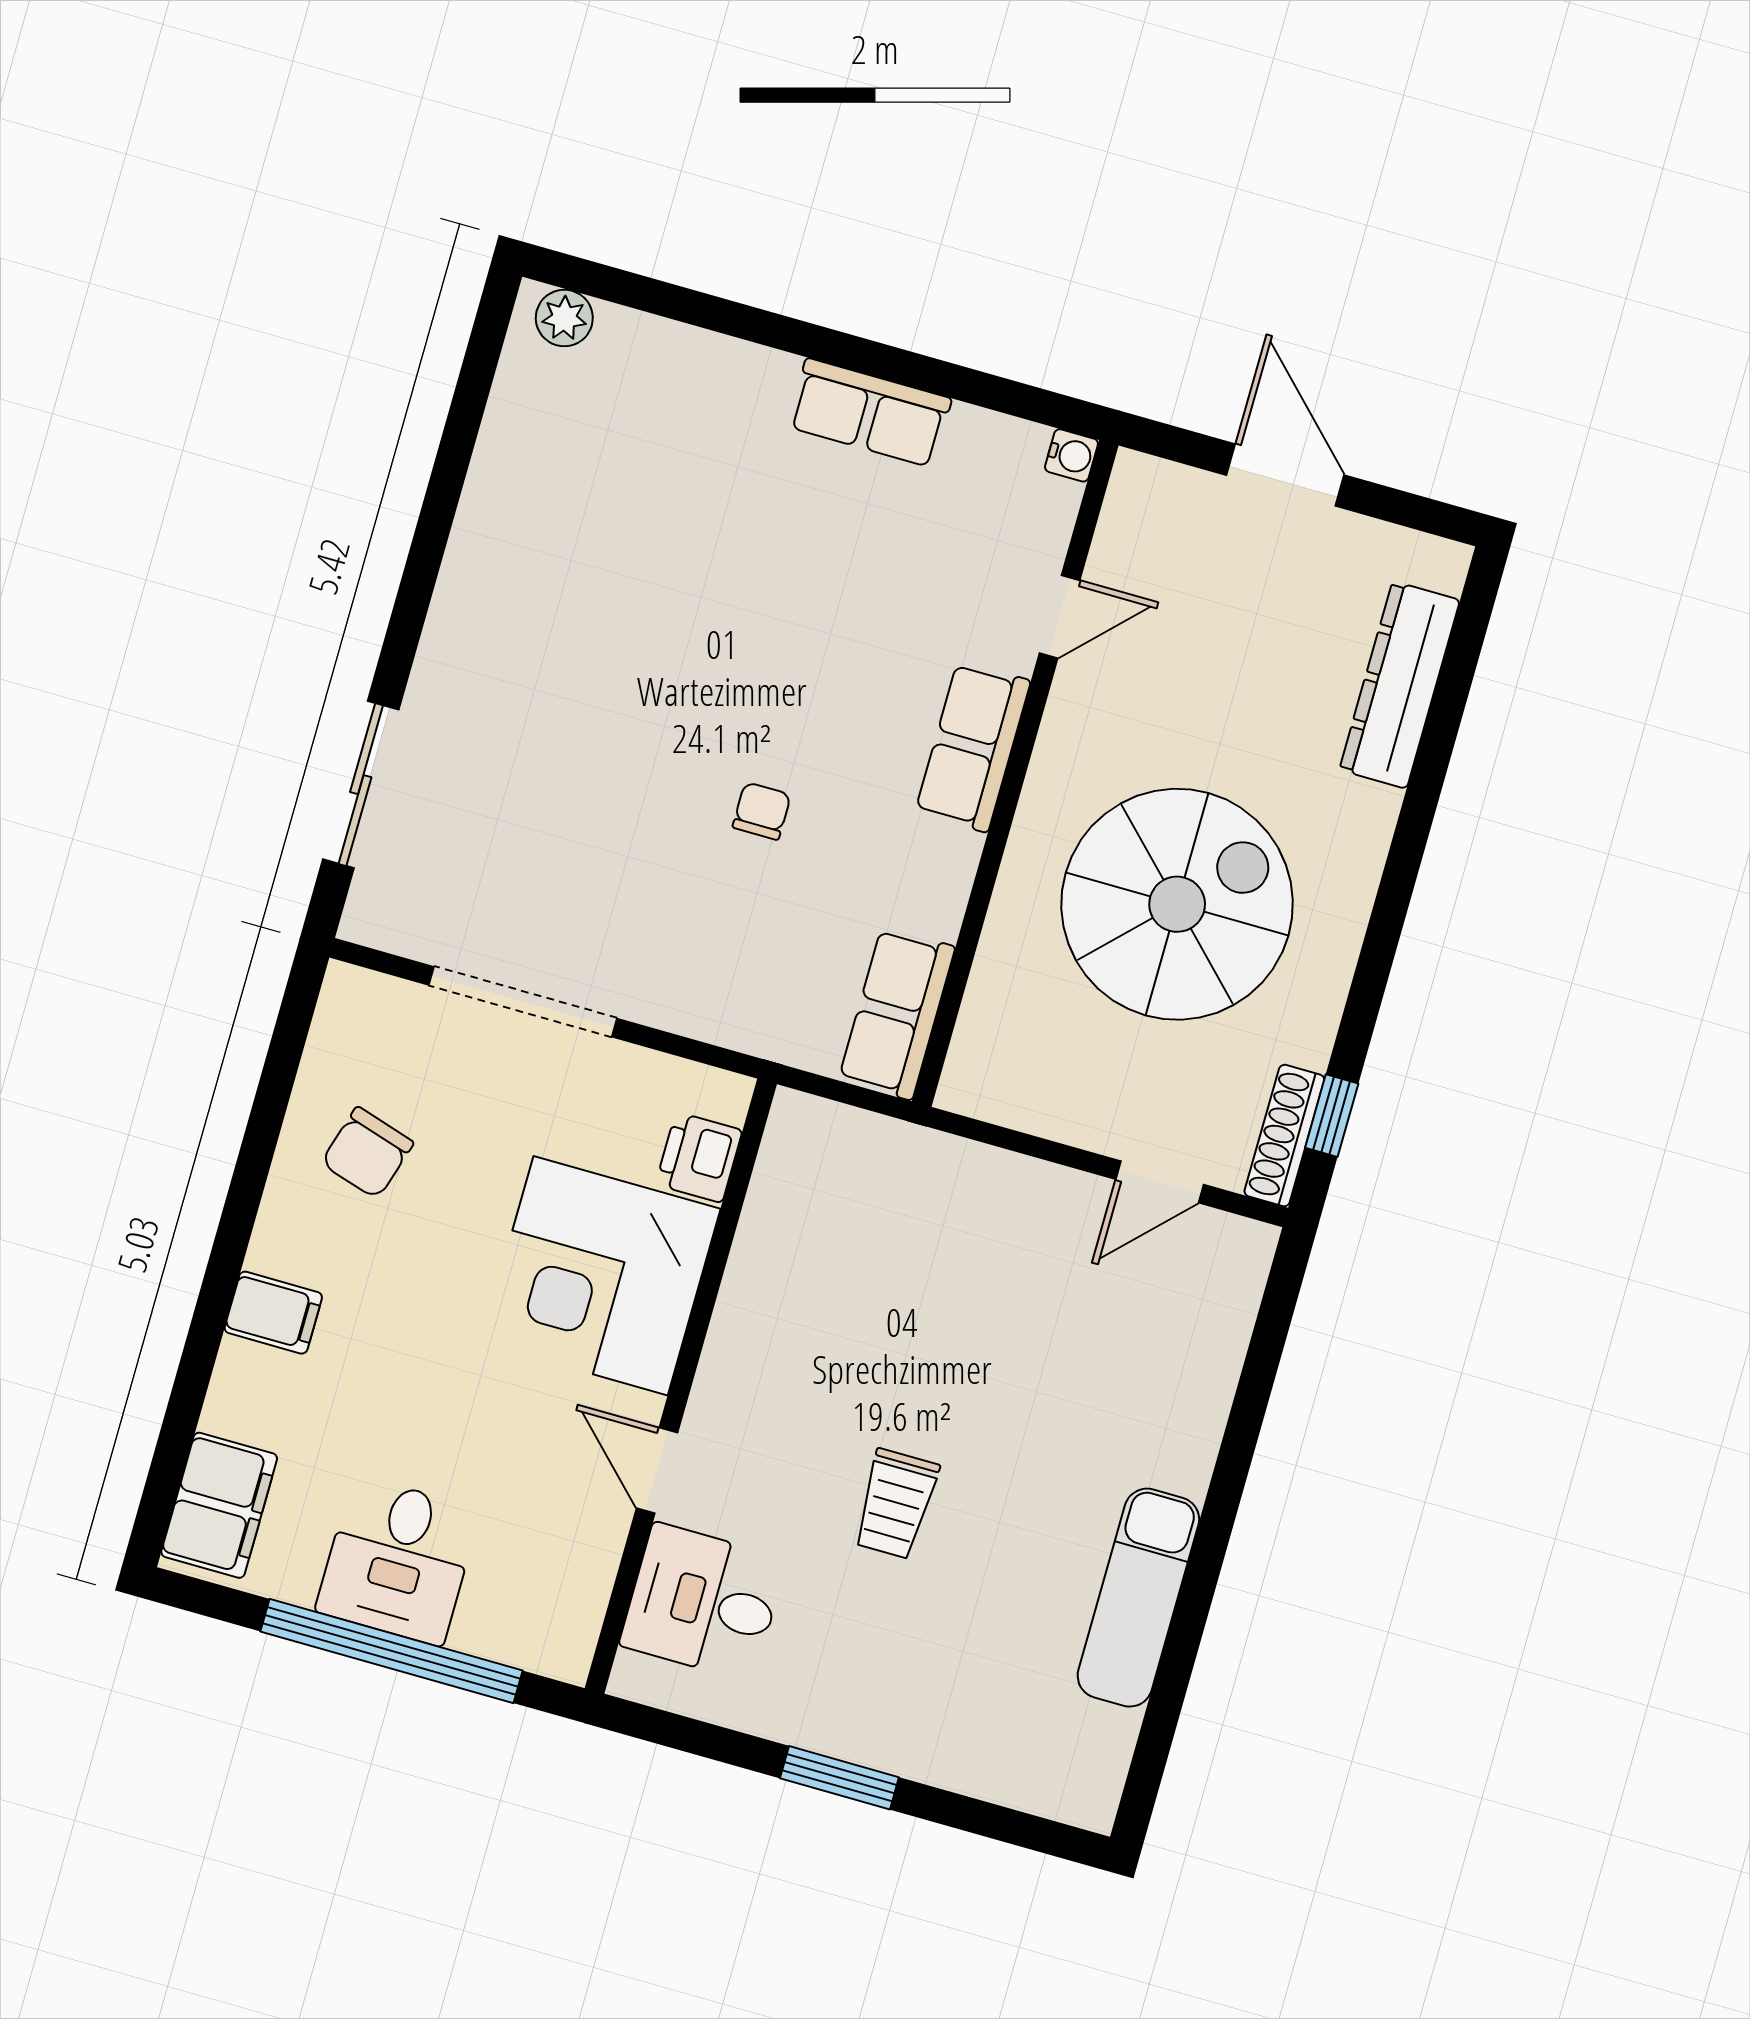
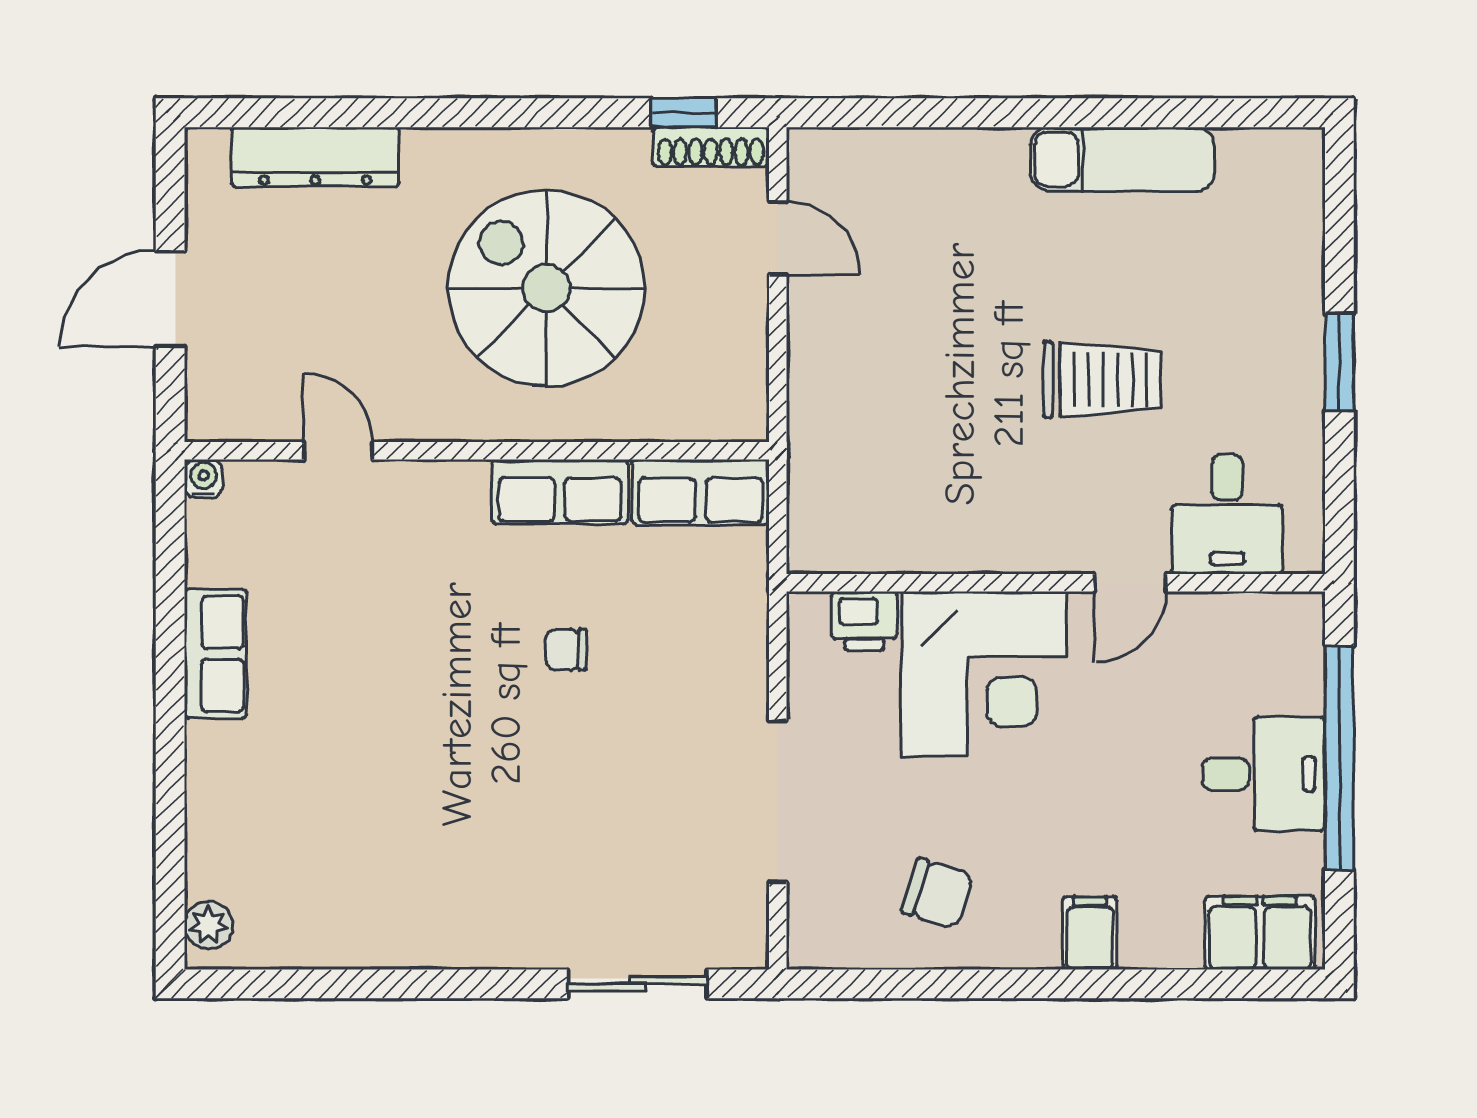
row of seats: (973, 747) -> (560, 492), moved
trolley: (896, 1504) -> (1102, 380), width x1.36, depth x1.39

